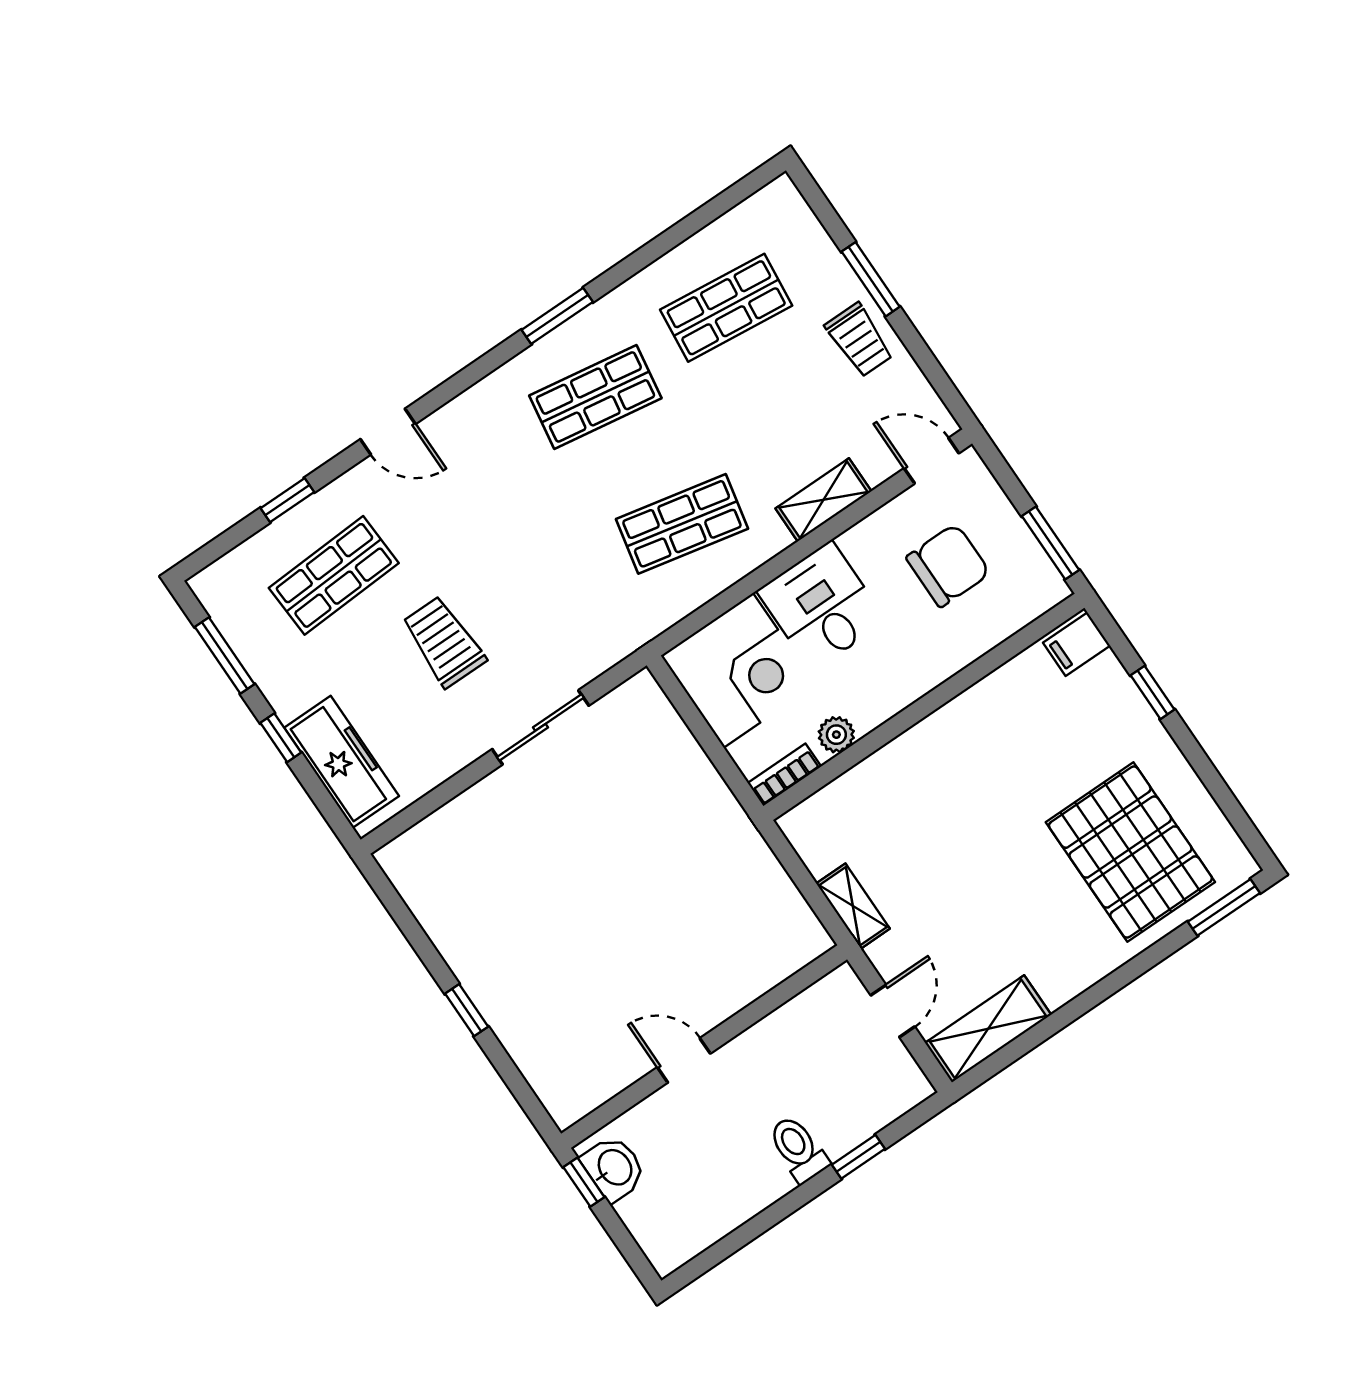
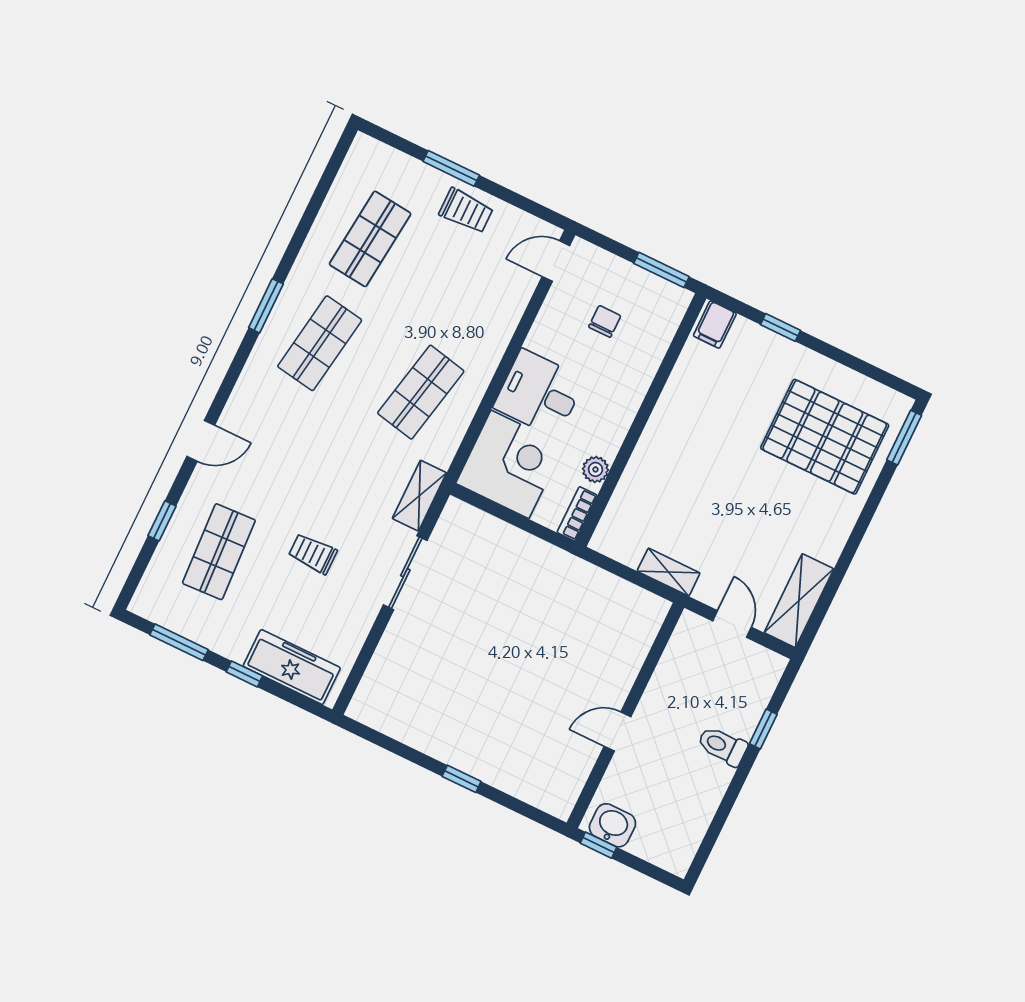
shelving: (823, 500) -> (419, 496), moved
chair: (948, 565) -> (605, 321), width x0.54, depth x0.54
trolley: (444, 642) -> (313, 554), width x0.73, depth x0.72

